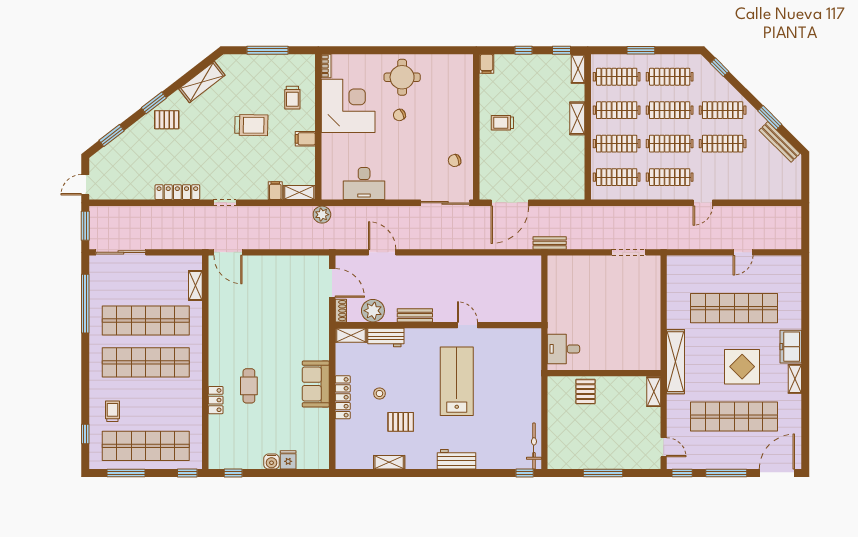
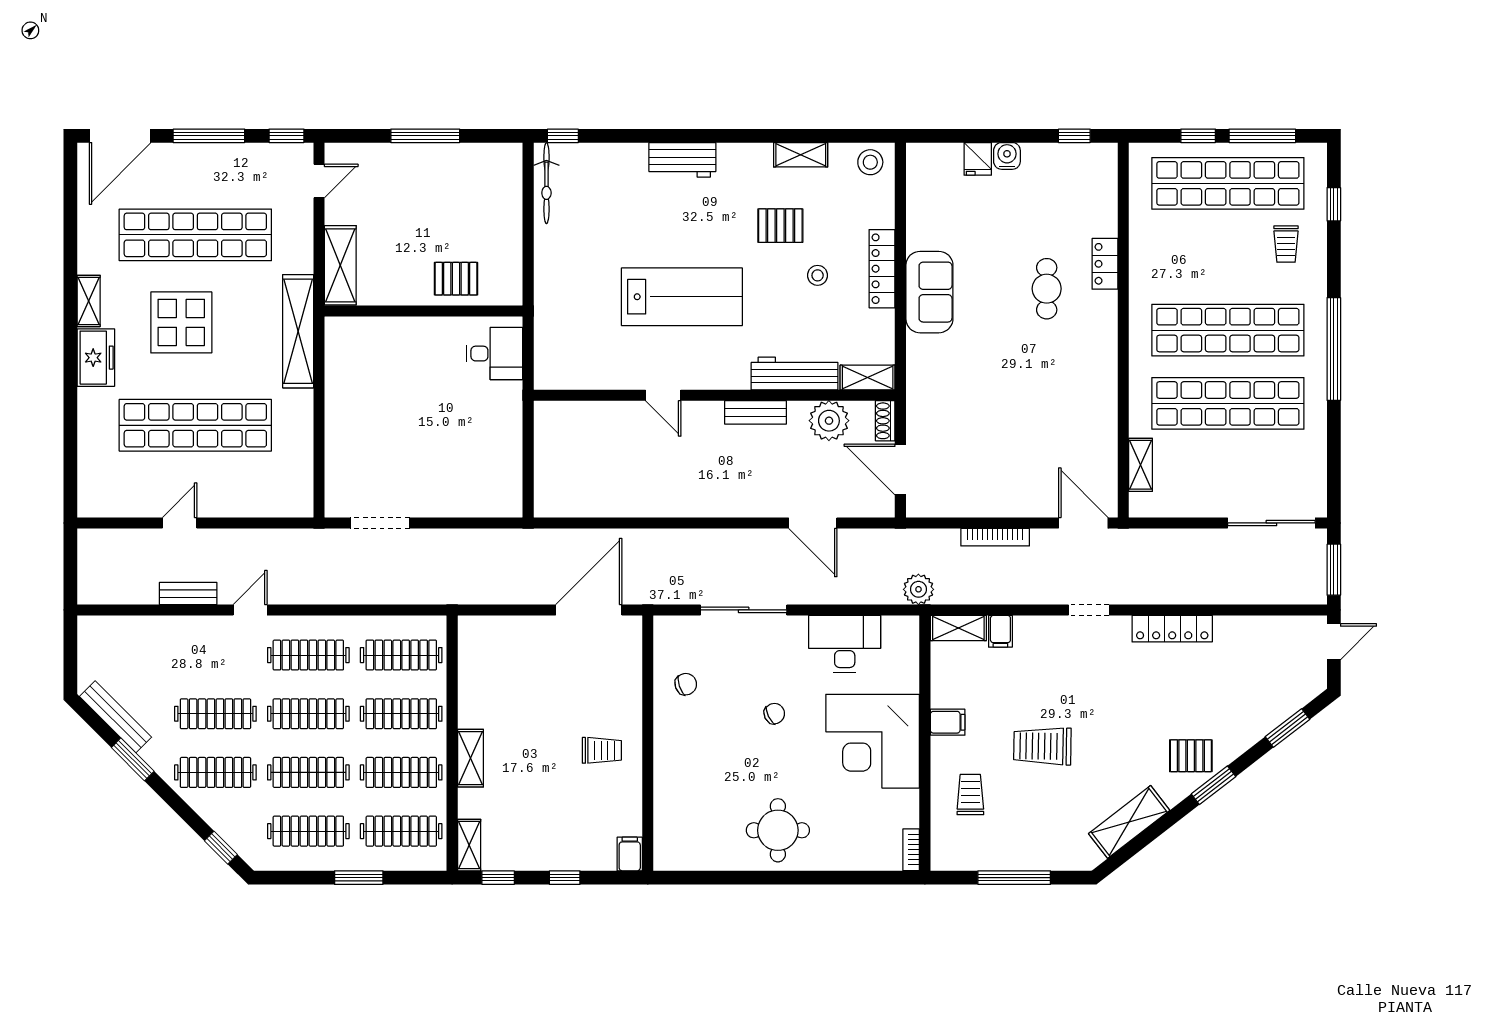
corner desk: (348, 106) -> (873, 741), moved
chair: (399, 115) -> (774, 714), moved
sliding door: (445, 203) -> (744, 610), moved
bench: (550, 243) -> (188, 594), moved
bookcase: (278, 244) -> (995, 537), added
window: (85, 304) -> (1334, 349), moved
workbench: (386, 338) -> (795, 374), width x1.37
lab bench: (457, 381) -> (682, 297), turned -90
pallet: (586, 392) -> (456, 279), turned 90
shelving: (654, 392) -> (340, 265), width x1.50, depth x1.33
door: (664, 447) -> (319, 181), swing flipped
stool: (349, 458) -> (870, 162), added
window: (187, 473) -> (1198, 136), moved

